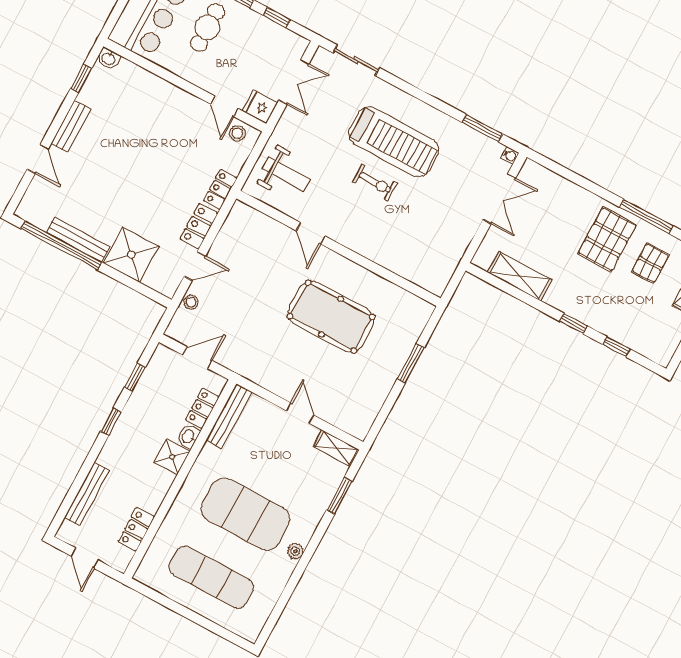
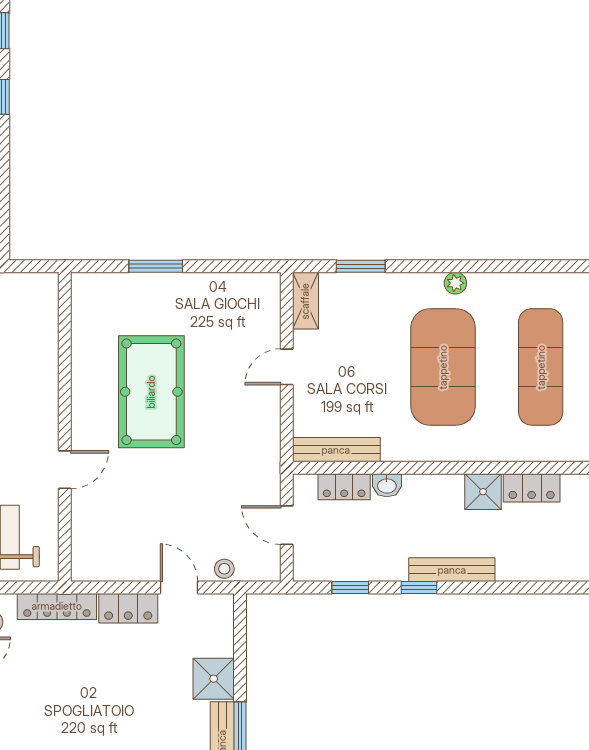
locker: (220, 189) -> (57, 606), width x1.53
shower: (131, 255) -> (214, 679), width x0.73, depth x0.73
shower: (172, 457) -> (483, 492), moved
bench: (87, 494) -> (452, 570), moved

